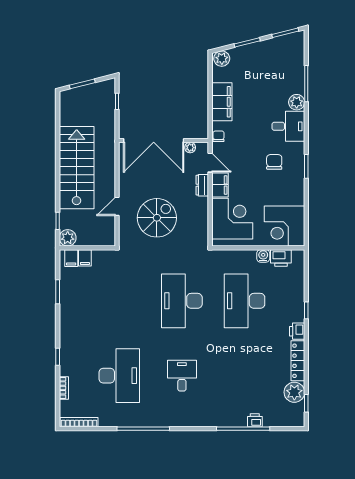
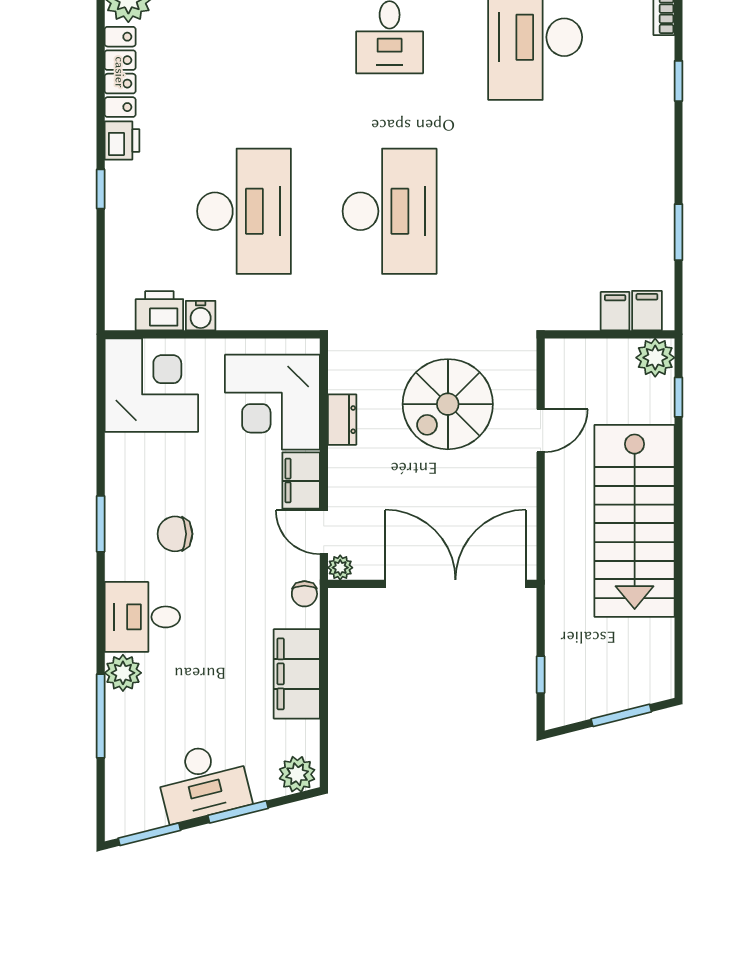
desk: (262, 55) -> (203, 782), added
plant: (190, 148) -> (340, 568), moved
chair: (274, 162) -> (175, 534), turned 90
dresser: (202, 185) -> (342, 420), moved

